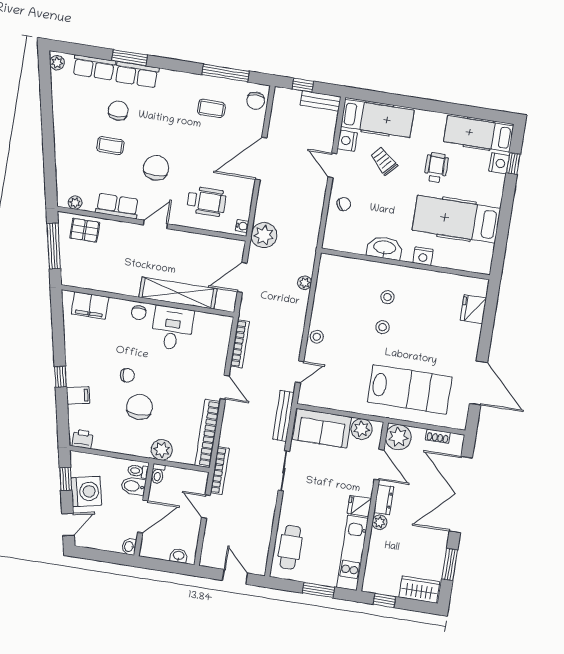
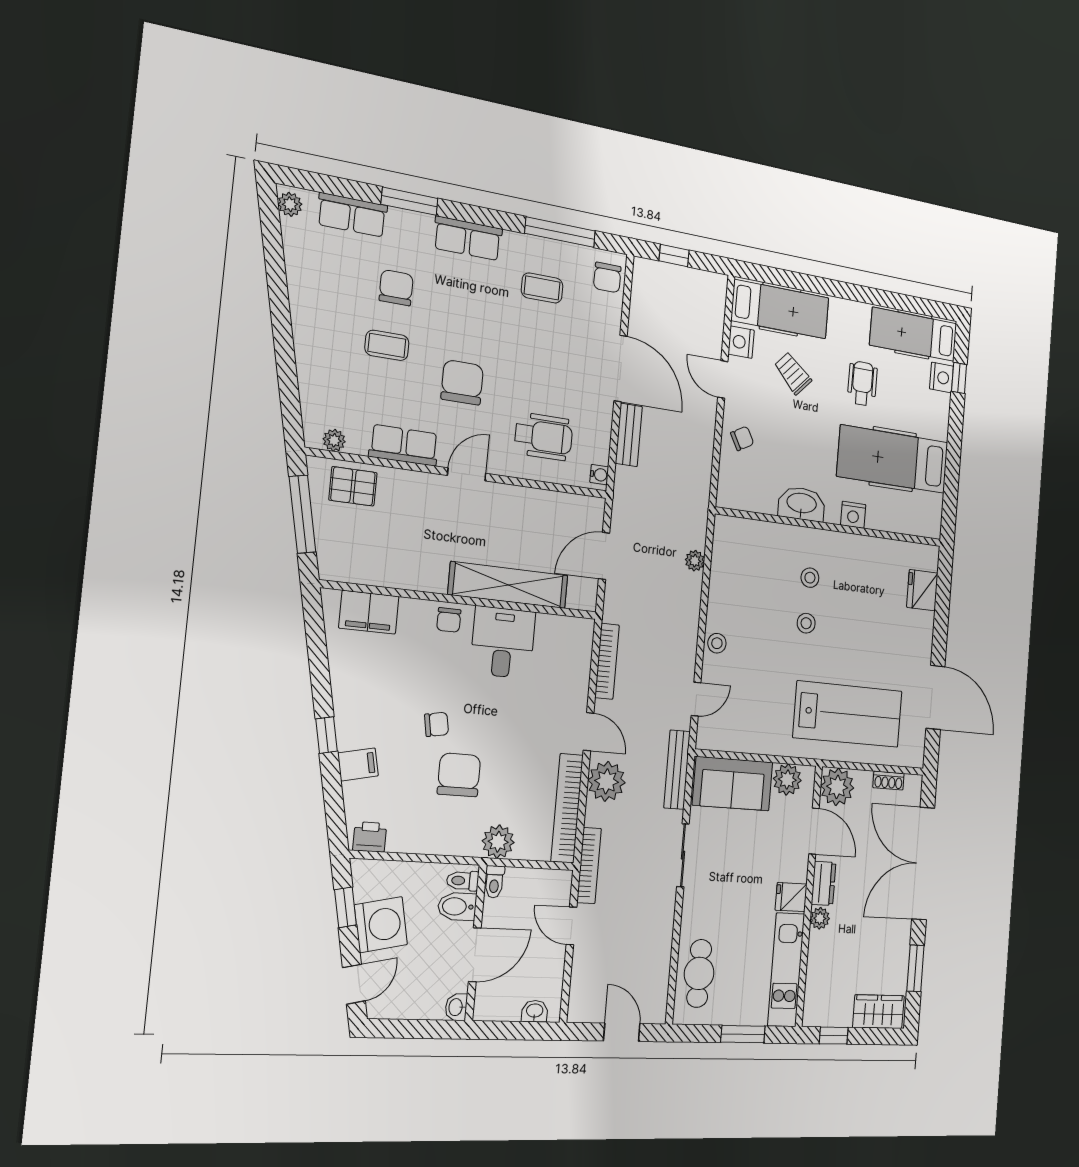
row of seats: (137, 75) -> (468, 238), moved
bench: (321, 101) -> (629, 435), moved, turned 90
door: (261, 159) -> (621, 368), swing flipped
plant: (264, 235) -> (607, 781), moved

